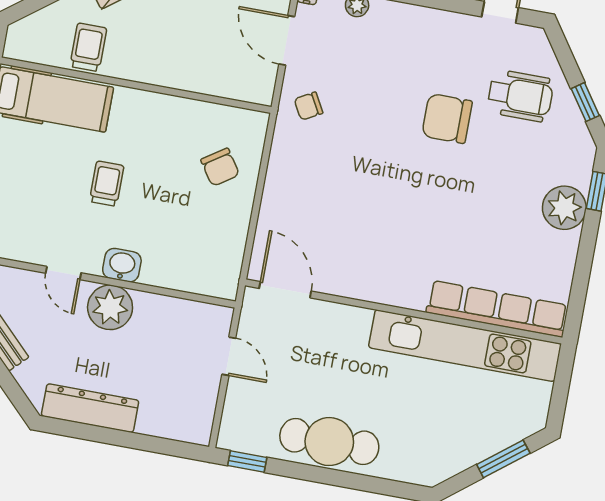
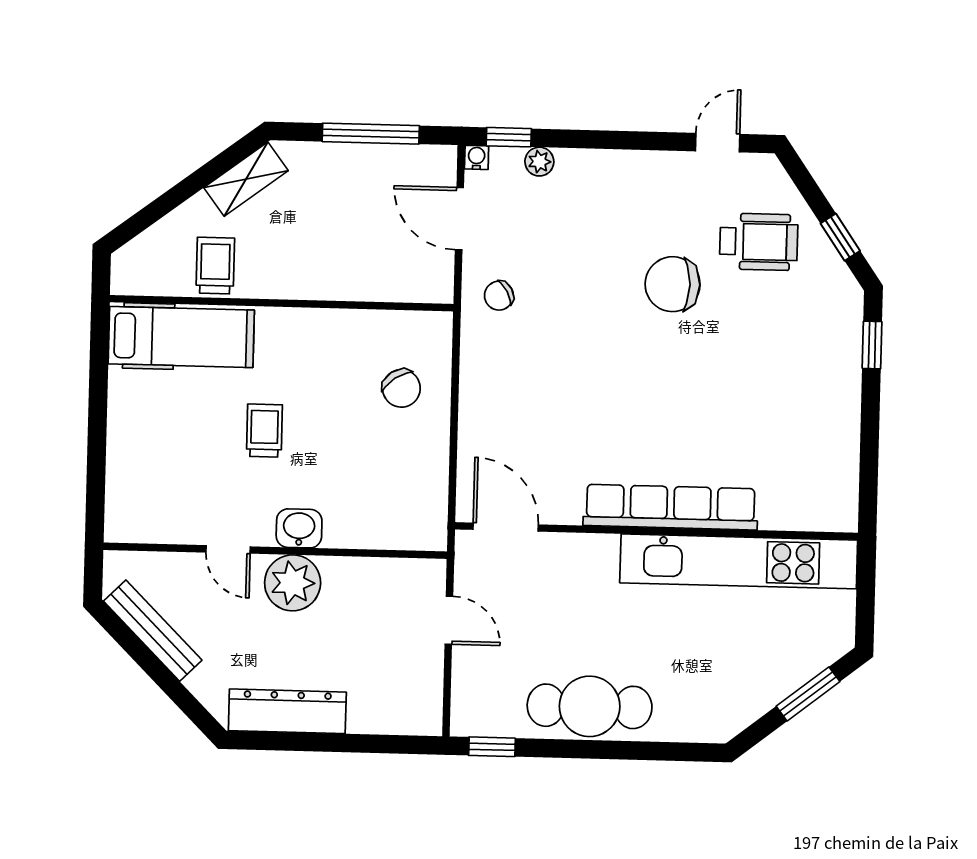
plant: (564, 208) -> (835, 372), removed
row of seats: (497, 309) -> (670, 507), moved

